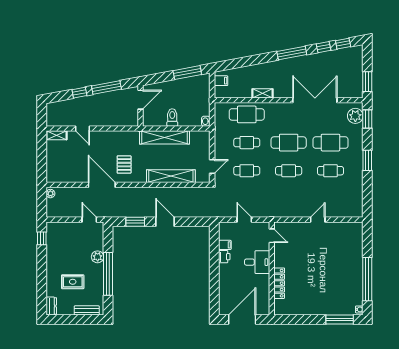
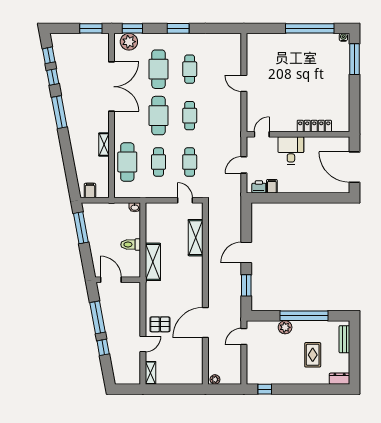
double door: (315, 100) -> (112, 87), swing flipped
shelving: (164, 137) -> (153, 262), width x0.68
pallet: (124, 165) -> (160, 324), moved
shelving: (171, 176) -> (196, 238), width x0.68
printer: (224, 257) -> (259, 187), moved

